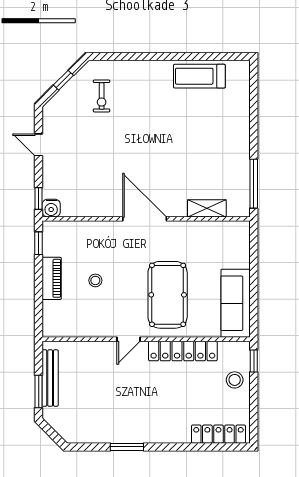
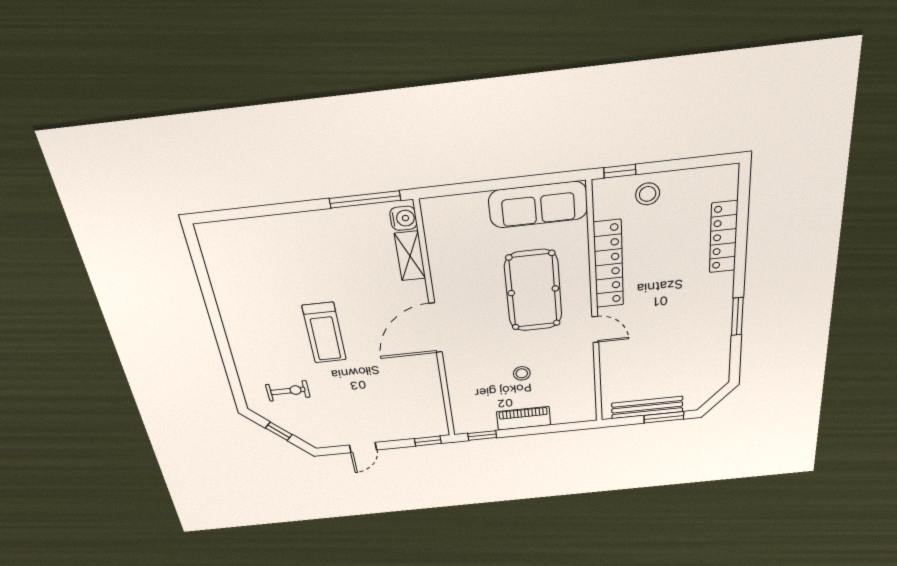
treadmill: (199, 76) -> (324, 333), moved
water cooler: (51, 208) -> (403, 218), moved
pool table: (168, 295) -> (533, 291), turned 90
locker: (218, 434) -> (723, 237), moved

